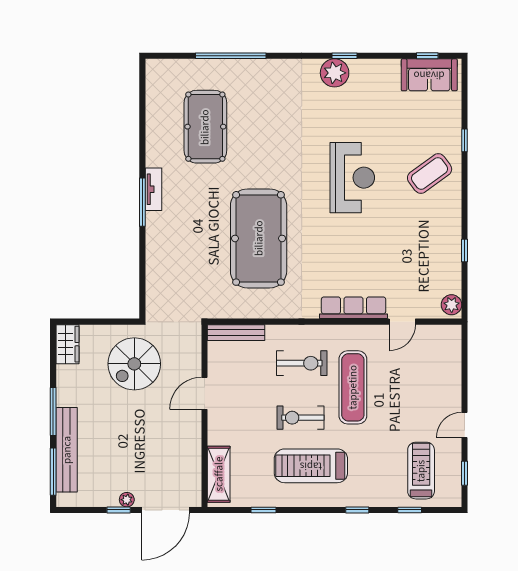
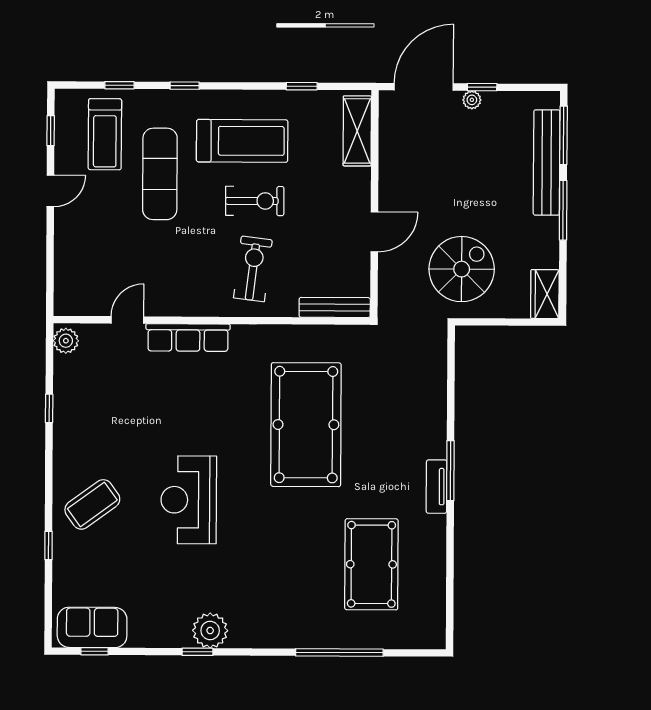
exercise bike: (302, 363) -> (253, 269), turned 97
exercise mat: (353, 387) -> (160, 174), moved

